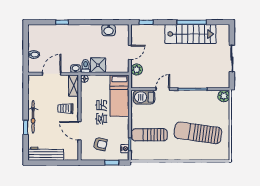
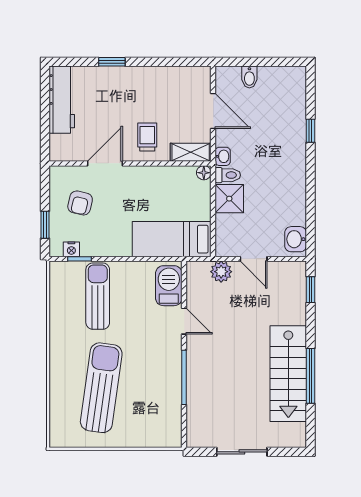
washbasin: (109, 30) -> (296, 239), moved
plant: (224, 96) -> (171, 437), removed
bicycle: (33, 117) -> (132, 76), removed

